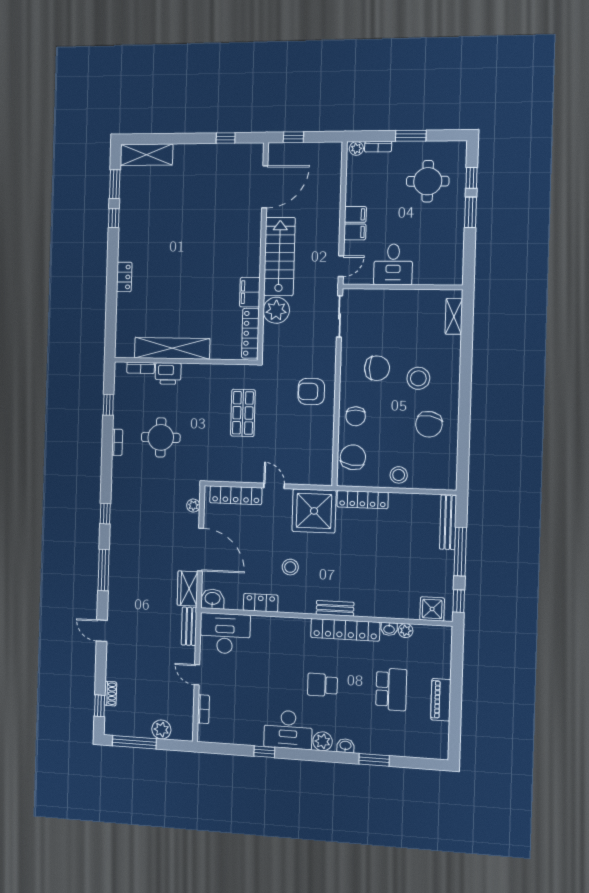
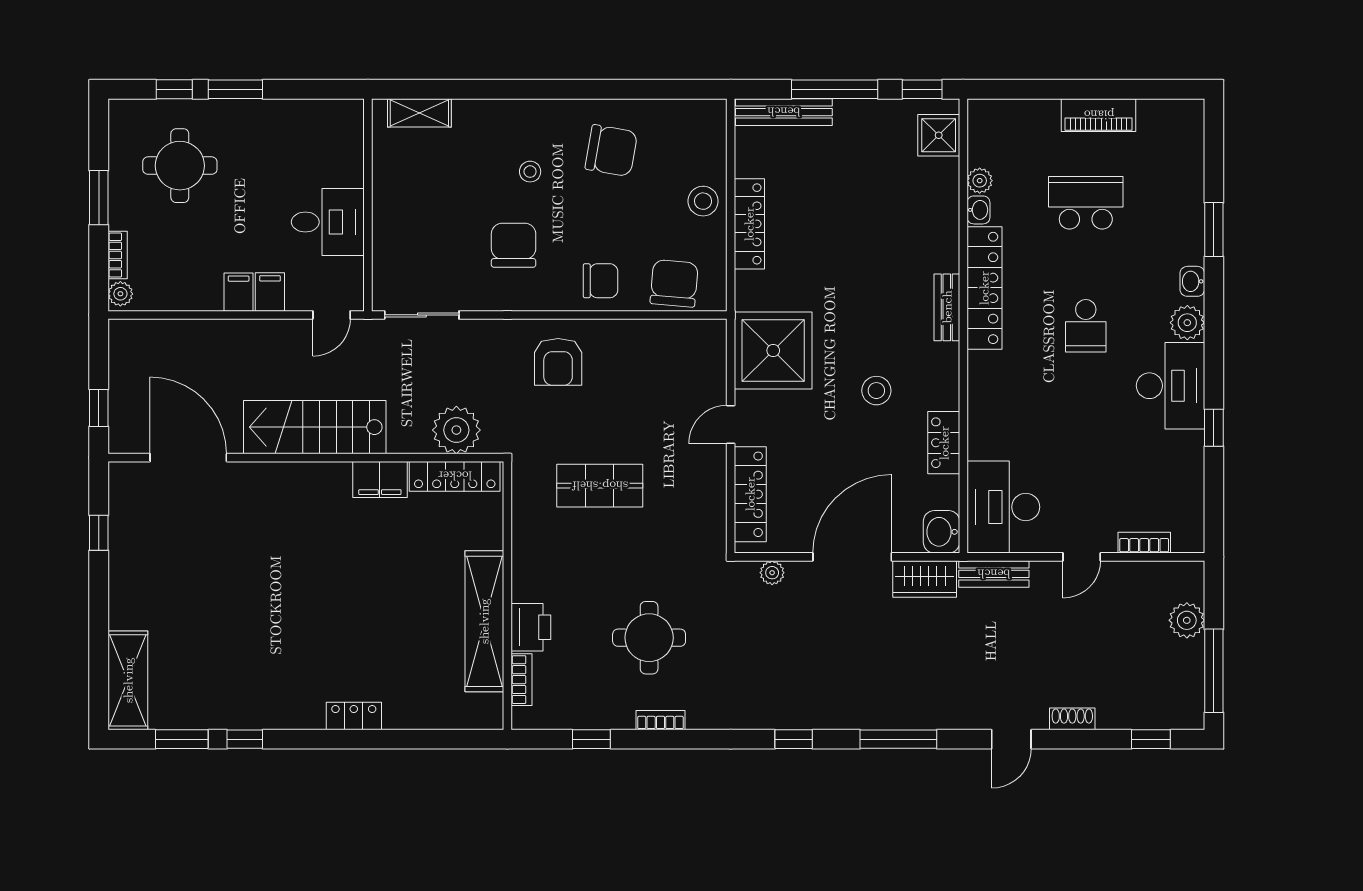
door: (341, 266) -> (332, 315), swing flipped
plant: (276, 310) -> (456, 430), moved
stool: (418, 378) -> (530, 172), width x0.53, depth x0.53
chair: (353, 457) -> (674, 283), turned 87
locker: (363, 500) -> (749, 224), moved
shoe rack: (111, 694) -> (1072, 719), moved

